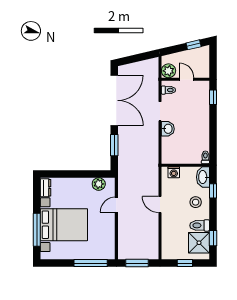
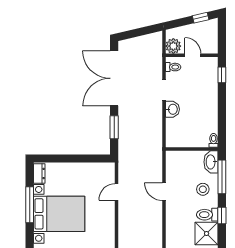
double door: (114, 100) -> (114, 78), swing flipped
washing machine: (174, 172) -> (179, 157), removed
plant: (99, 184) -> (97, 169), removed
window: (213, 191) -> (222, 177), width x2.17
window: (37, 230) -> (30, 205), moved
window: (213, 238) -> (222, 216), moved

